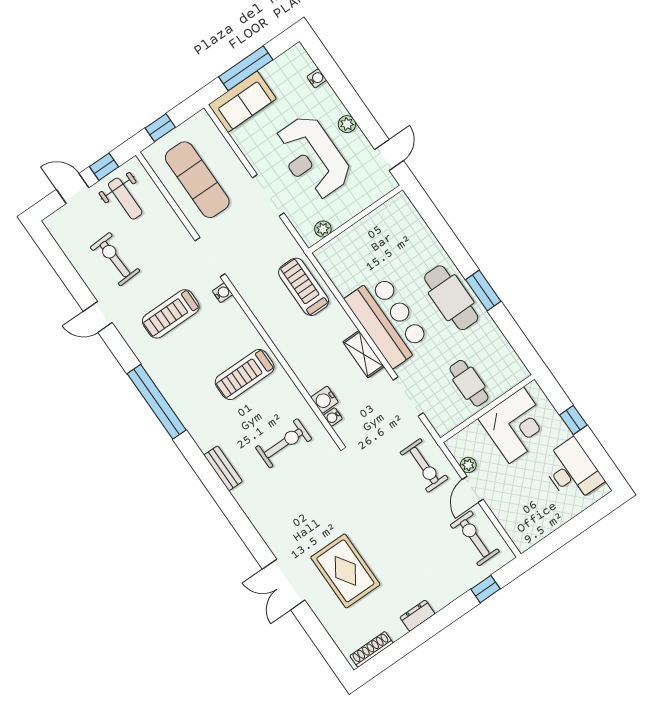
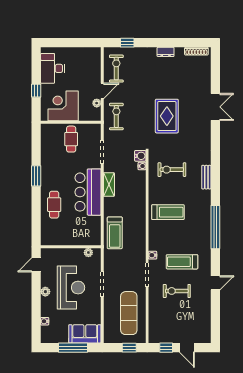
weight bench: (125, 199) -> (167, 327), removed
exercise bike: (115, 259) -> (177, 291), moved, turned 93
cafe table: (451, 298) -> (54, 205), moved, width x0.73, depth x0.74
treadmill: (171, 314) -> (182, 262), turned 180
door: (98, 317) -> (215, 283), hinge flipped
water cooler: (325, 400) -> (140, 156), moved
exercise bike: (475, 538) -> (116, 69), turned 180
rug: (345, 571) -> (167, 116), moved

